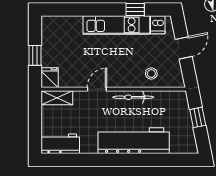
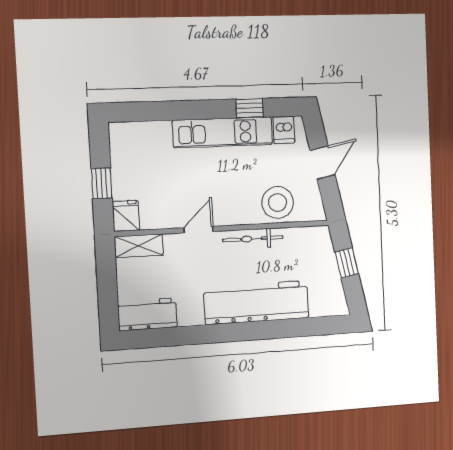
stool: (151, 74) -> (278, 202), width x1.89, depth x1.89

